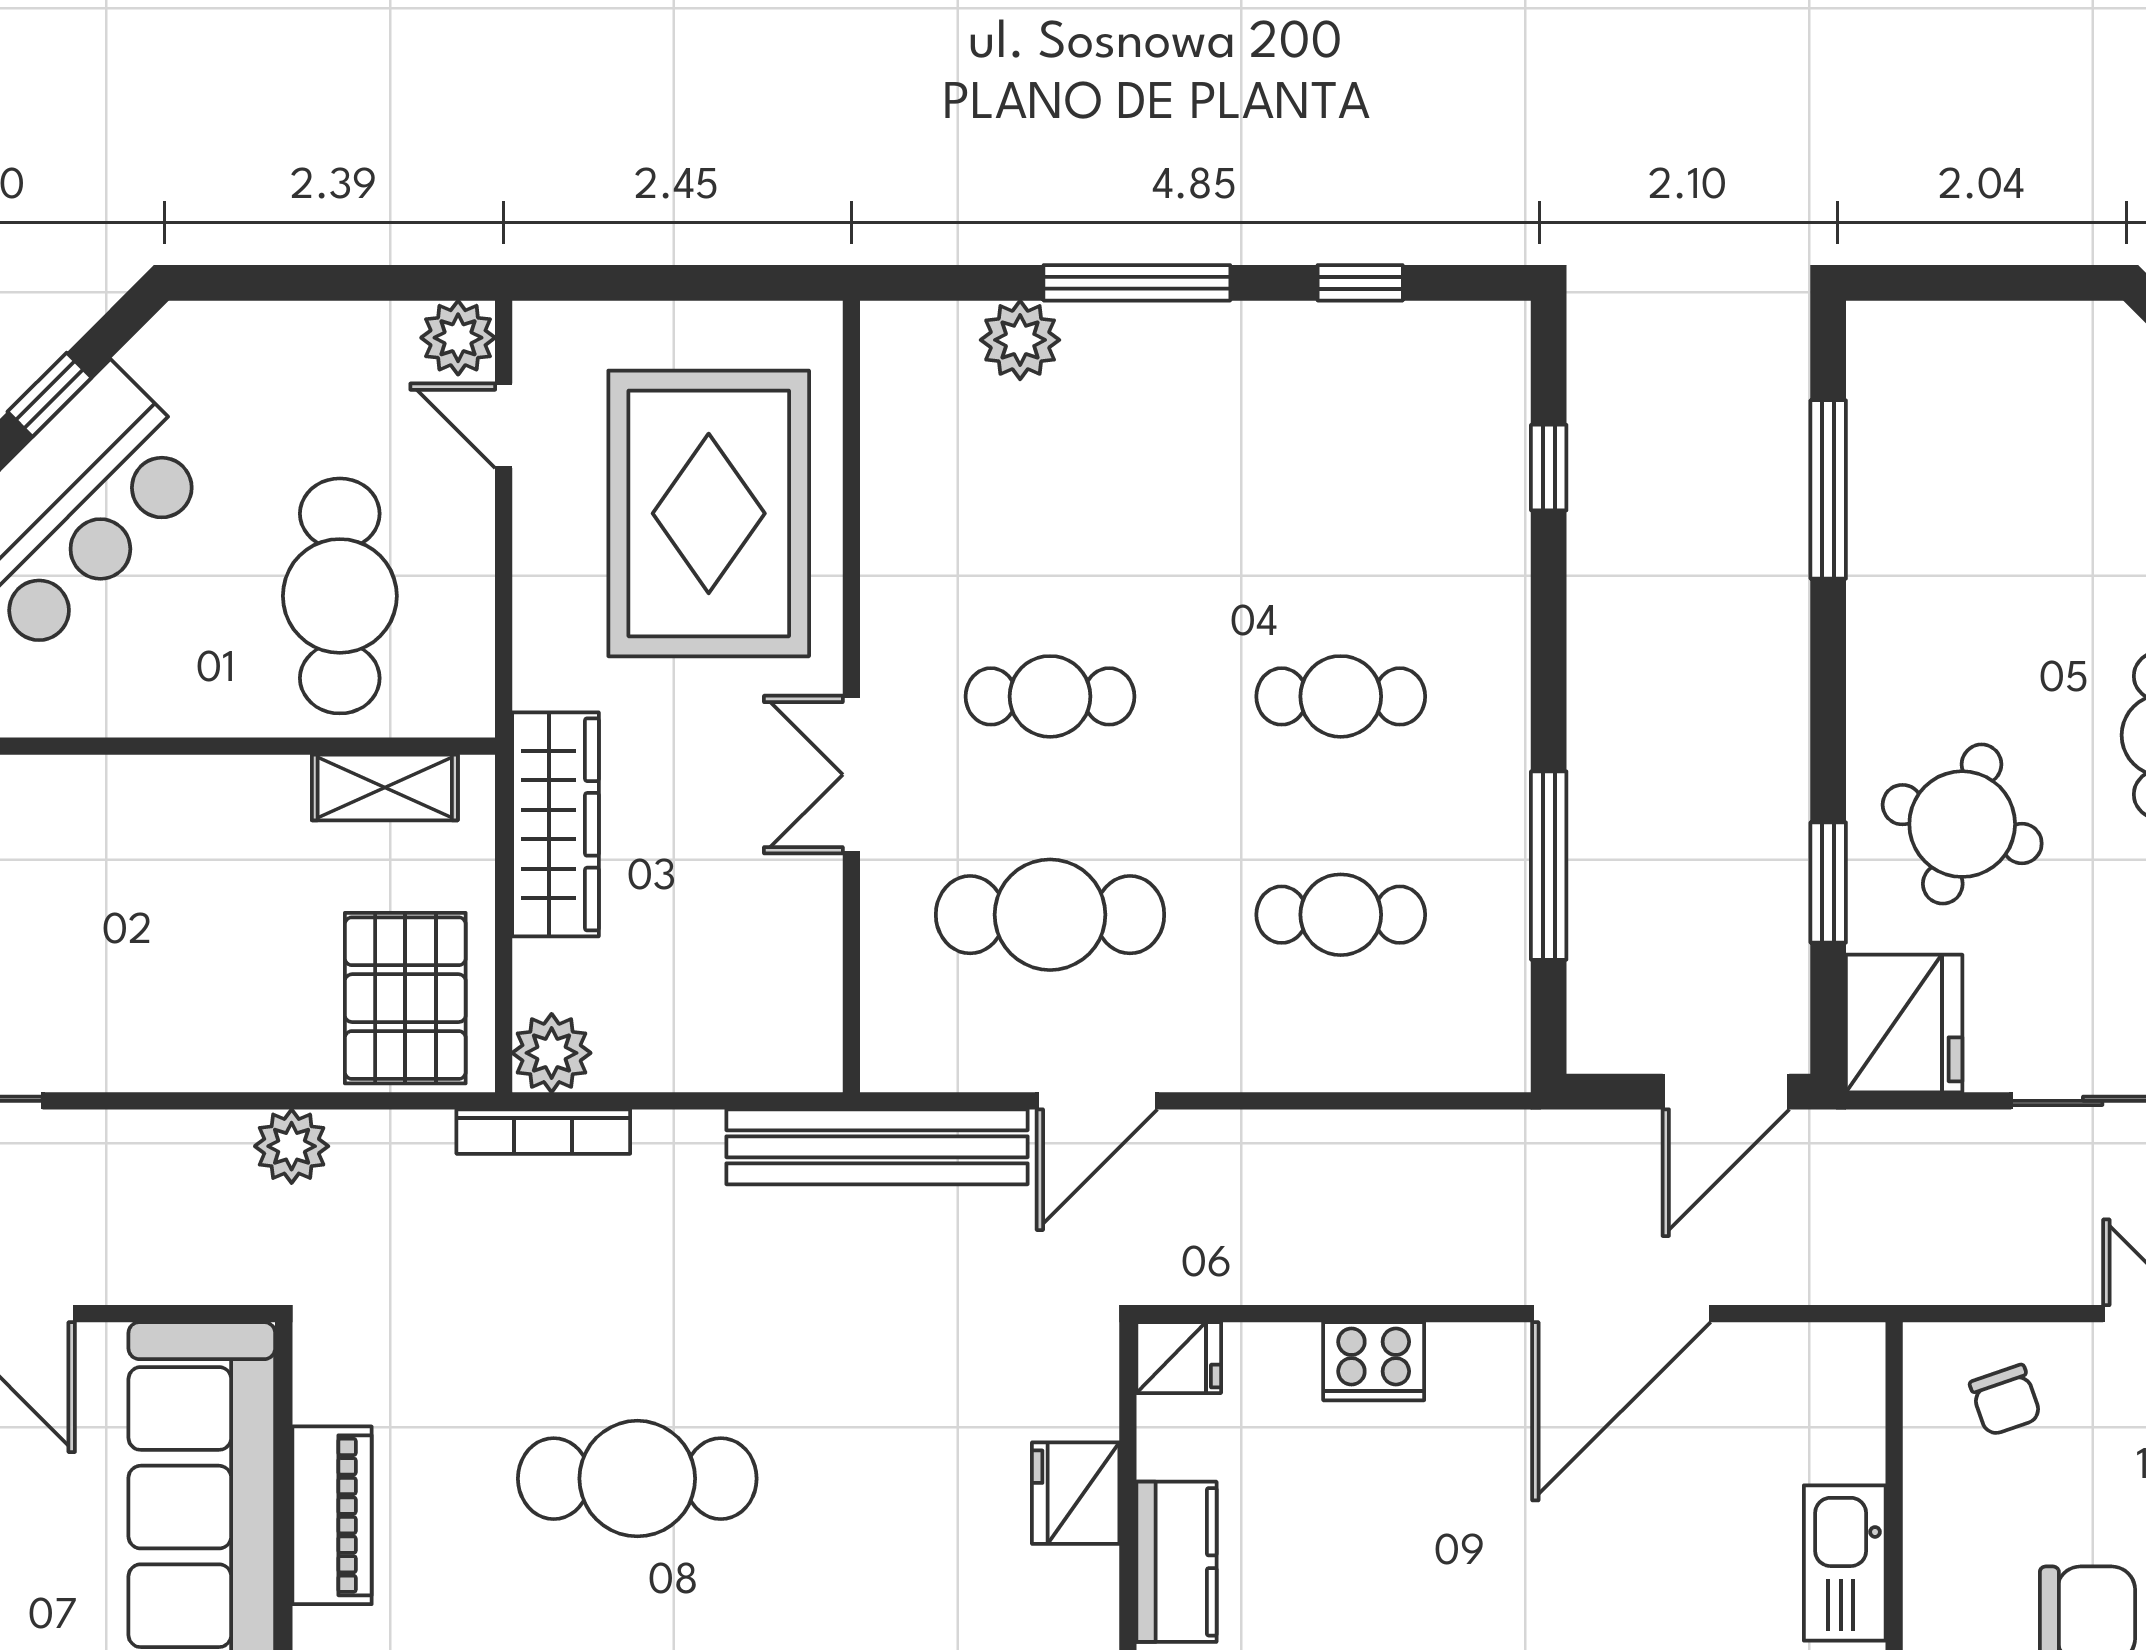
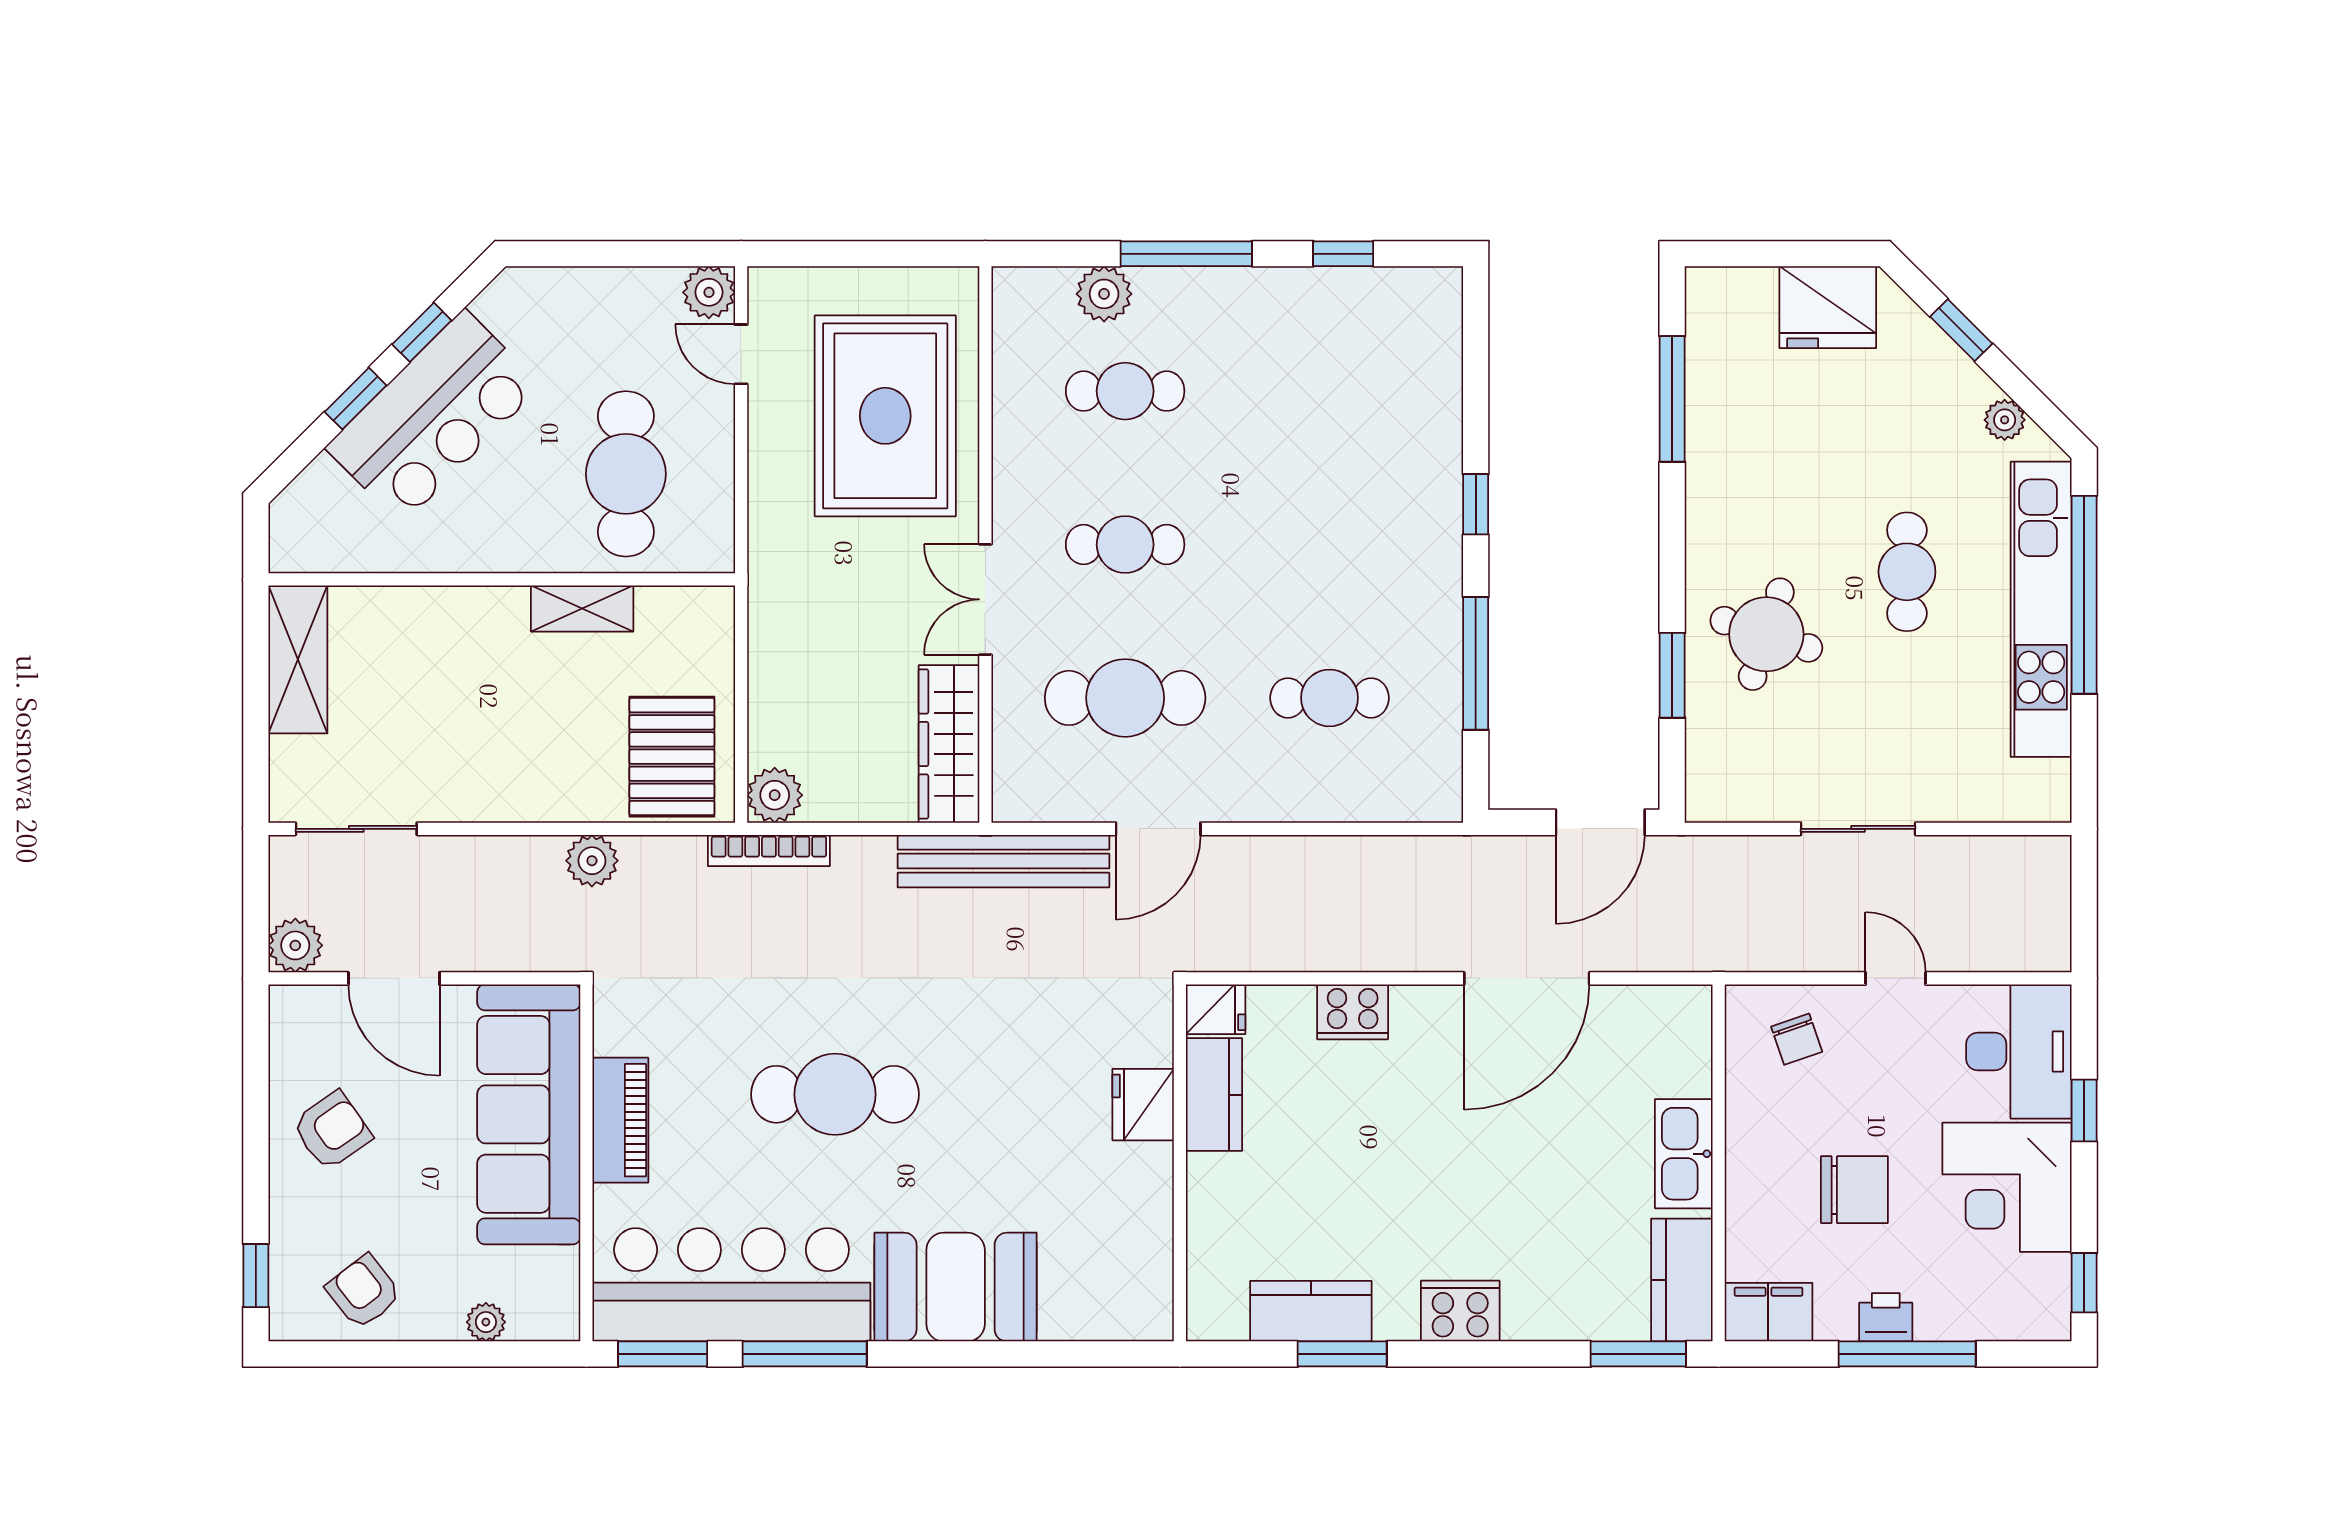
window: (1549, 468) -> (1476, 504), moved
cafe table: (1341, 696) -> (1125, 391), moved
shelving: (385, 787) -> (582, 608), moved
wardrobe: (556, 824) -> (949, 744), moved, turned 180
fridge: (1904, 1023) -> (1828, 307), moved, turned 90
kitchen counter: (1177, 1562) -> (1214, 1095), moved

